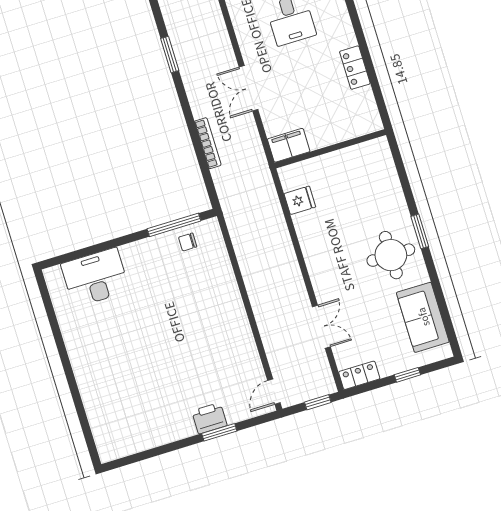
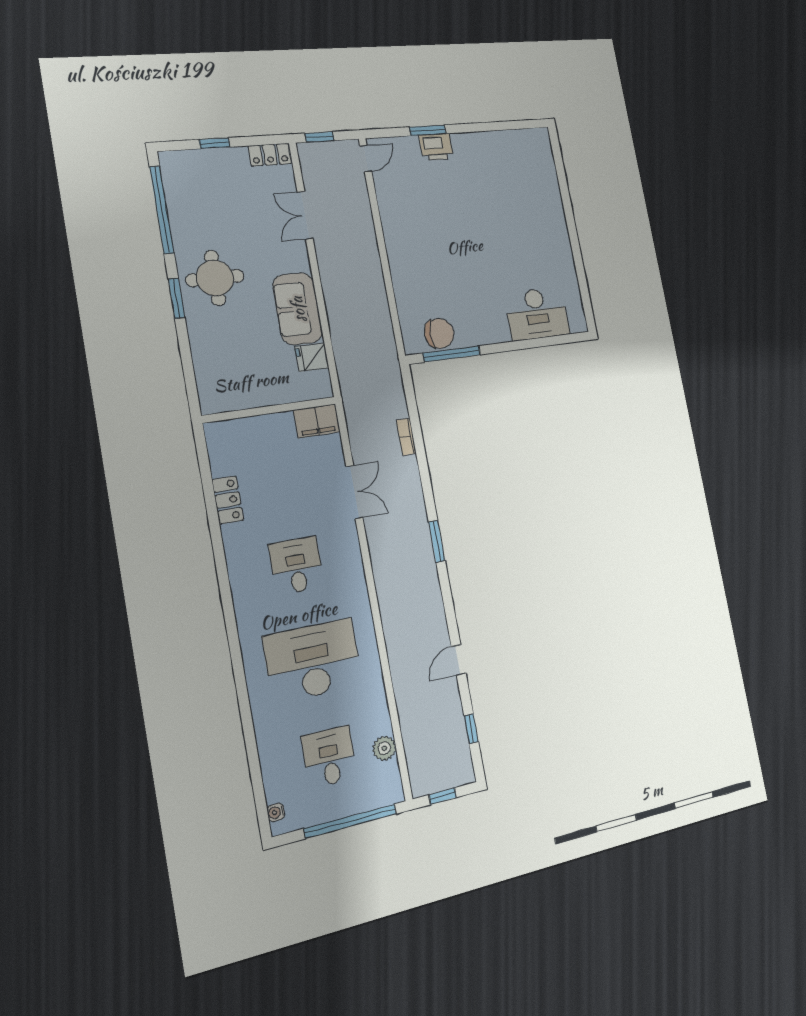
bookcase: (208, 143) -> (406, 437), width x0.64
chair: (188, 242) -> (439, 333), width x1.87, depth x1.87
window: (442, 306) -> (162, 210), added
sofa: (423, 317) -> (298, 309), moved, turned 180

